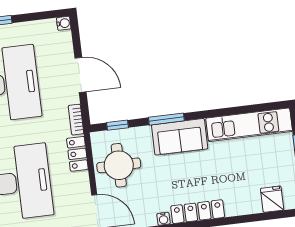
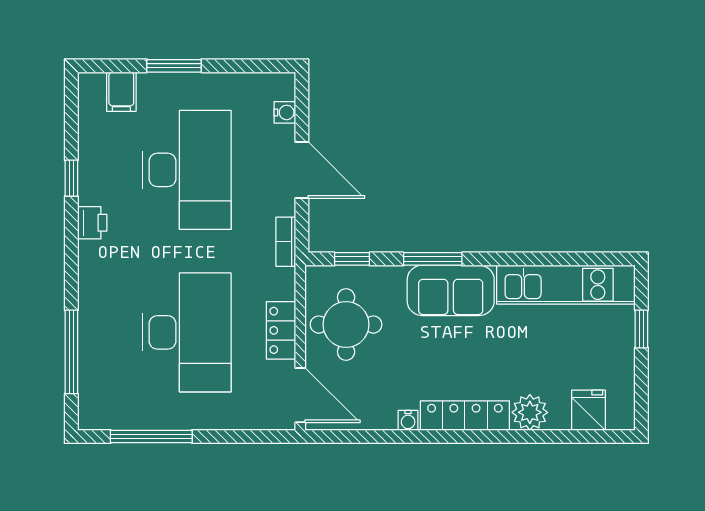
water cooler: (64, 23) -> (285, 112), moved
locker: (77, 154) -> (281, 330), moved
plant: (237, 205) -> (530, 412), added

